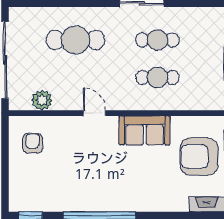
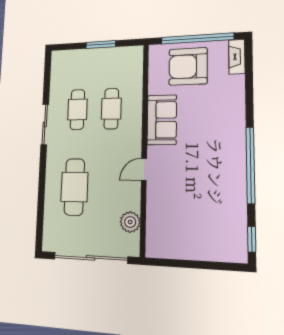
armchair: (33, 143) -> (174, 234), removed
armchair: (199, 157) -> (188, 66), turned 90

